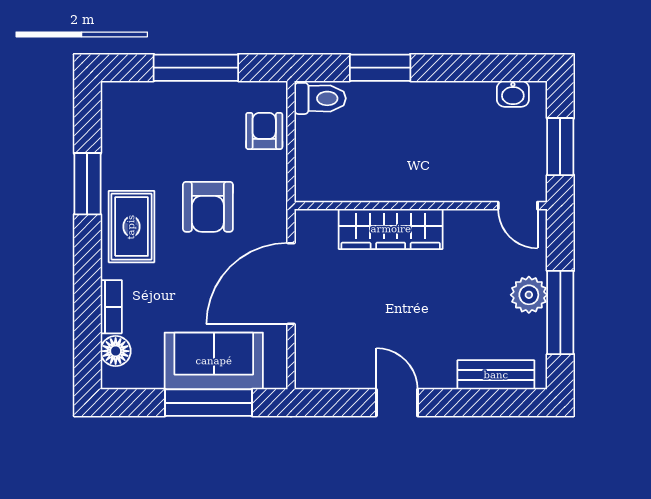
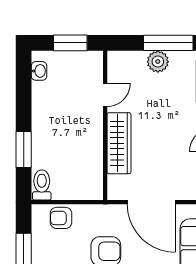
door: (518, 206) -> (105, 95), moved

